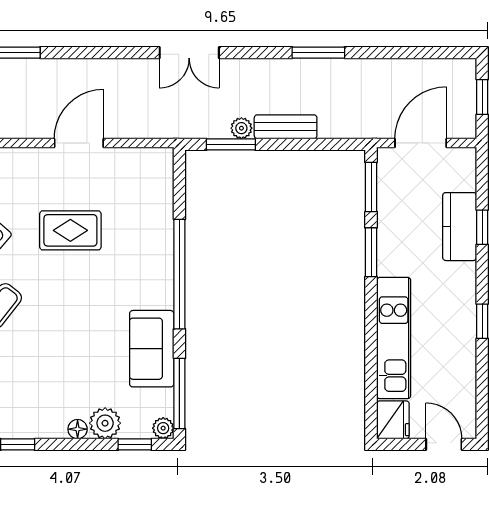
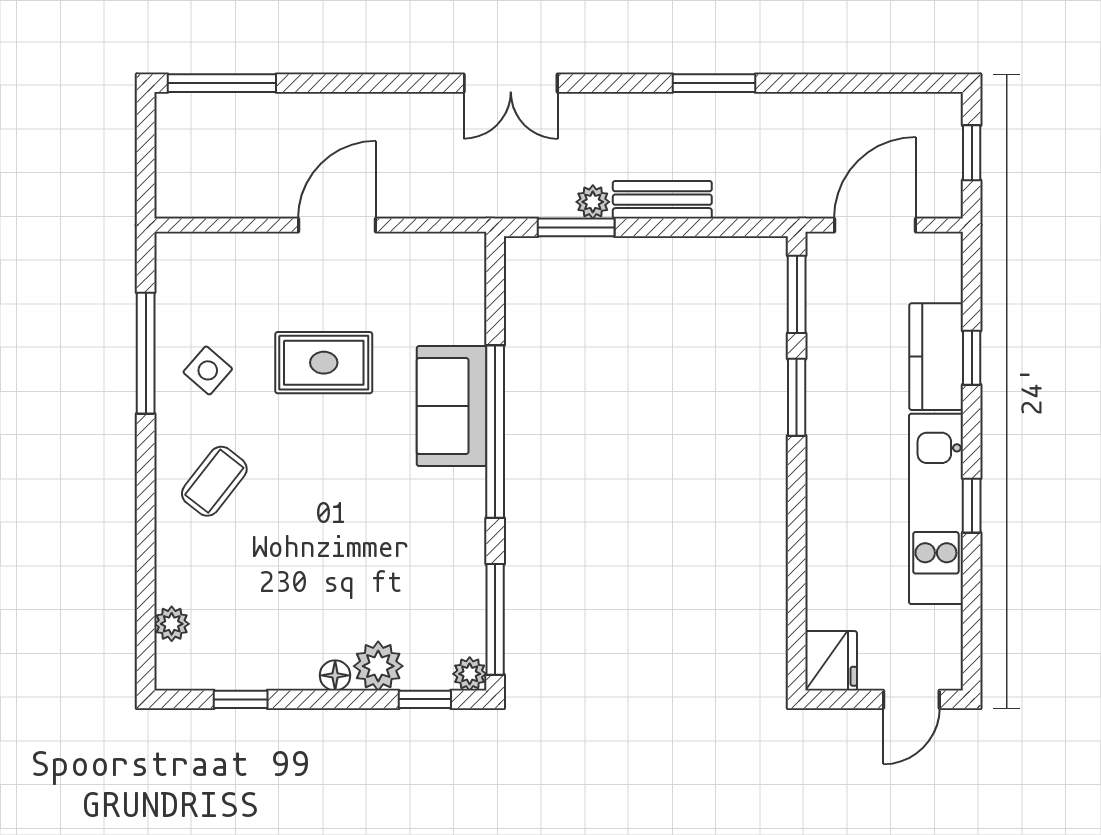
kitchen unit: (394, 338) -> (936, 509), moved, turned 180
sofa: (152, 349) -> (452, 406), moved
door: (444, 444) -> (911, 699), swing flipped

